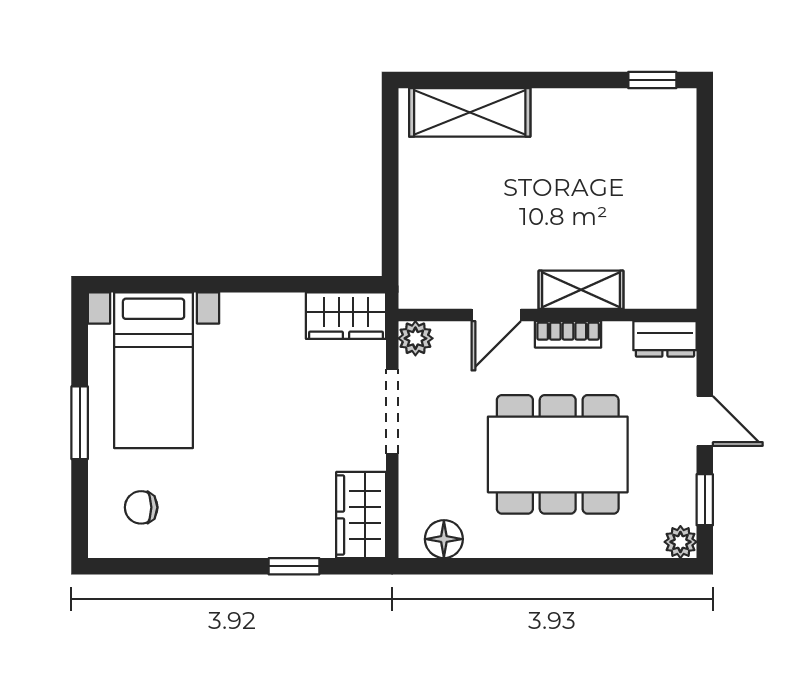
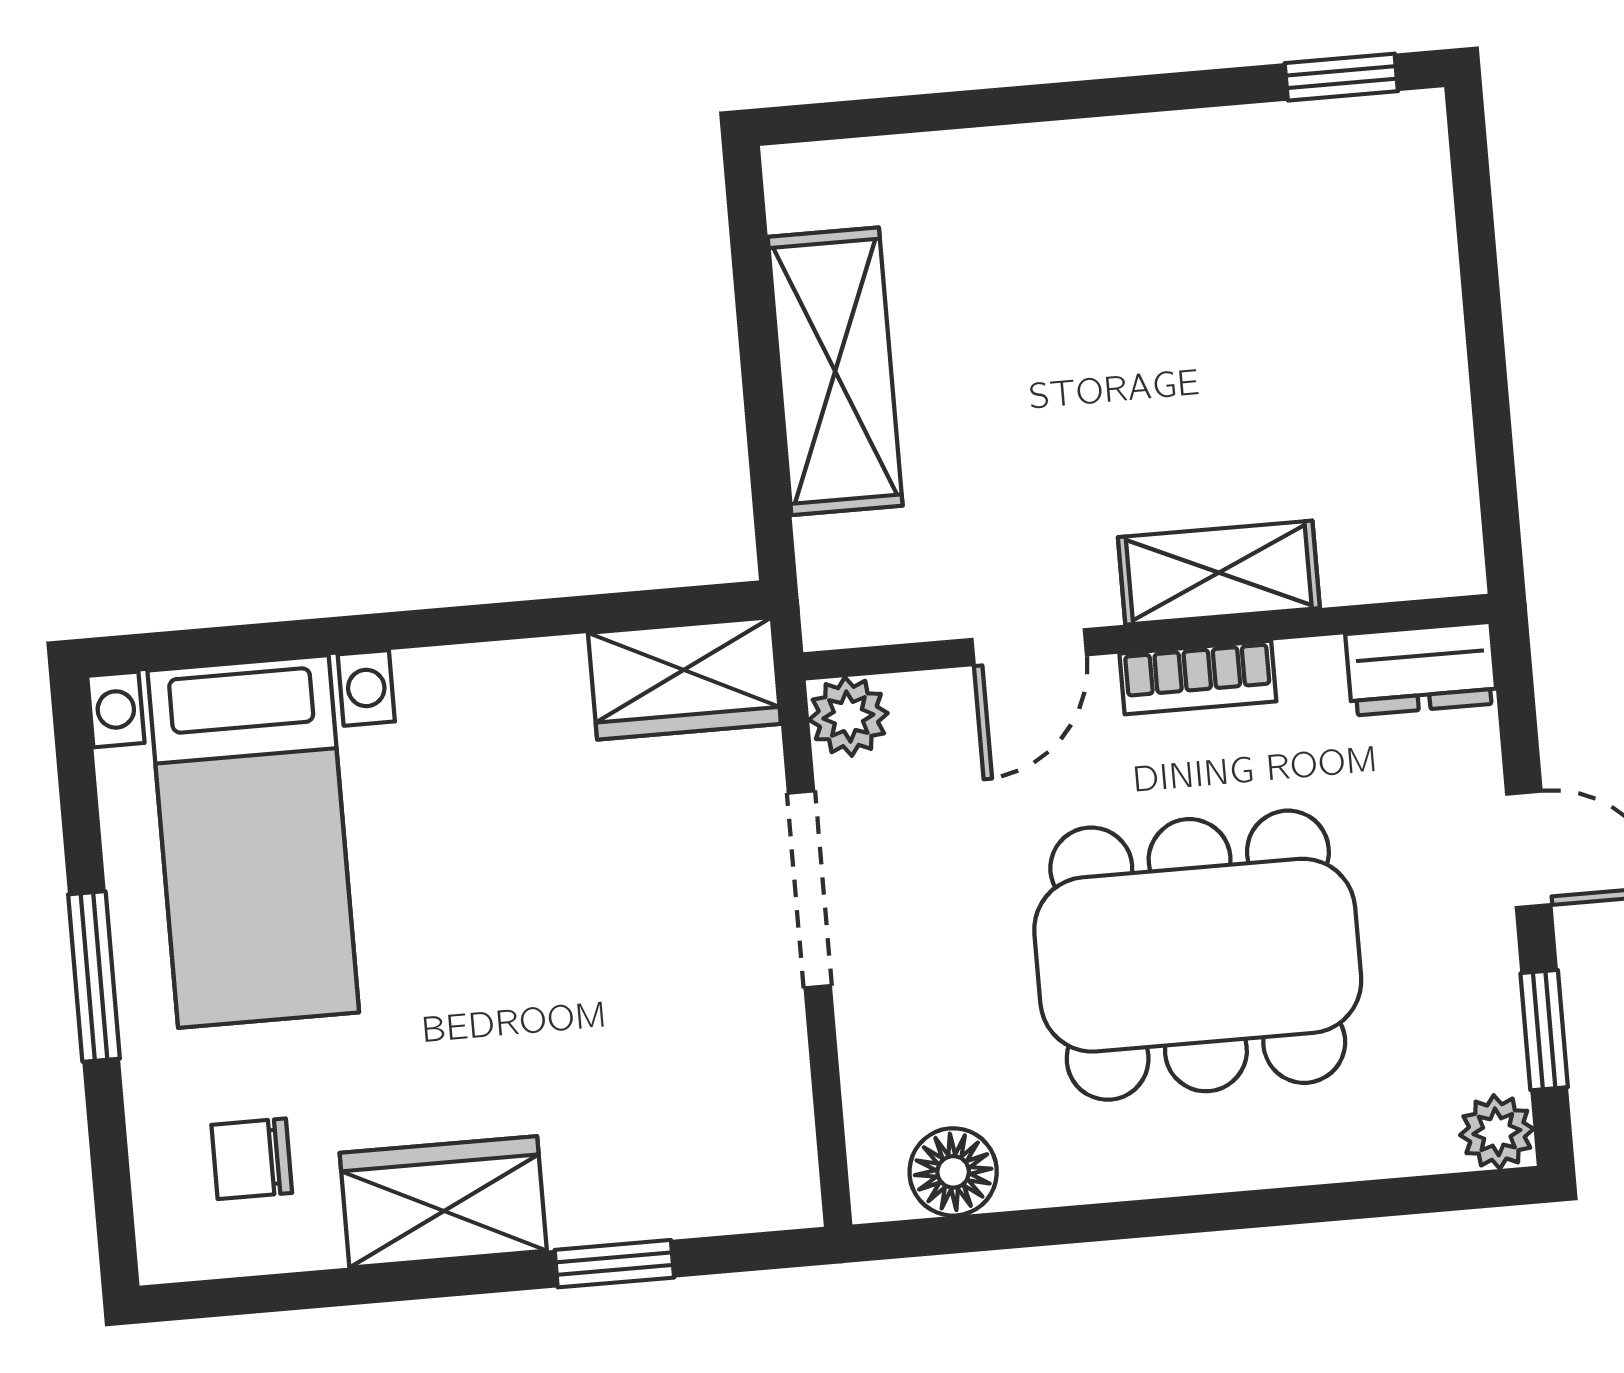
shelving: (470, 112) -> (835, 371), moved, turned 90
wardrobe: (361, 515) -> (443, 1202), moved, turned 90

